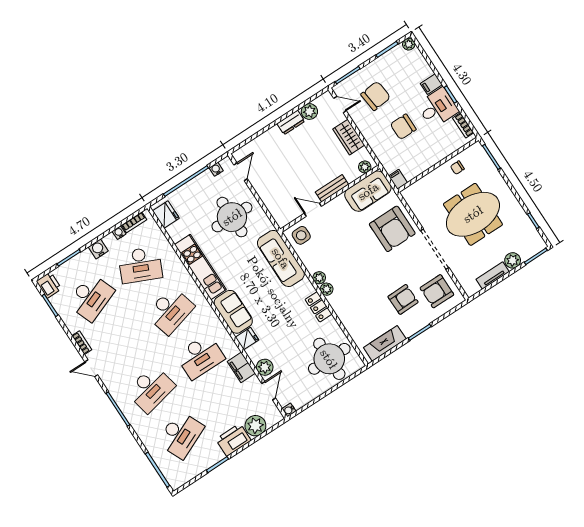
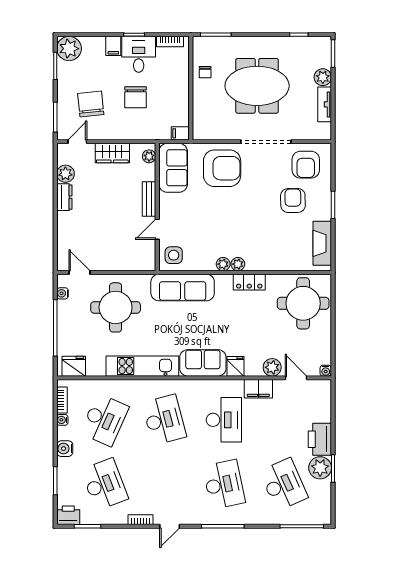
plant: (409, 44) -> (69, 49), width x1.88, depth x1.88
meeting table: (473, 214) -> (257, 86), turned 90
plant: (255, 426) -> (320, 468), moved

